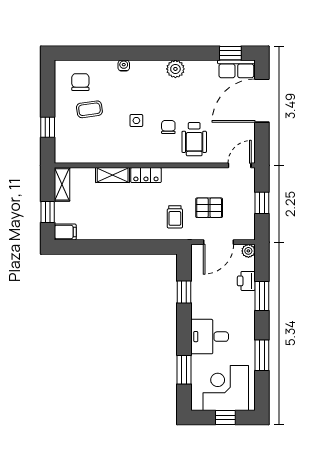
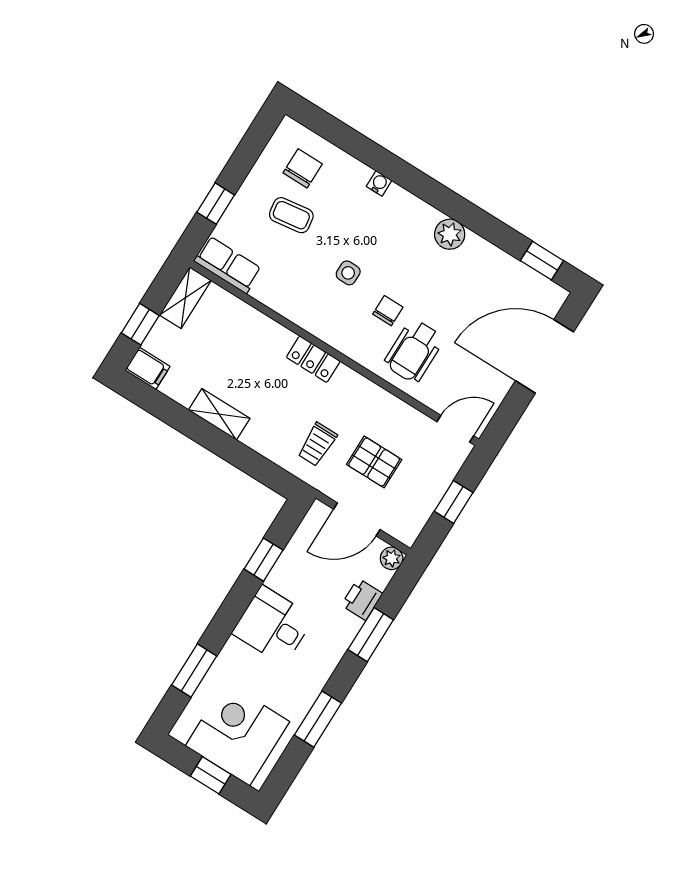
row of seats: (236, 69) -> (228, 265), moved, turned 180
shelving: (113, 175) -> (219, 414), moved
desk: (210, 337) -> (273, 625), moved

